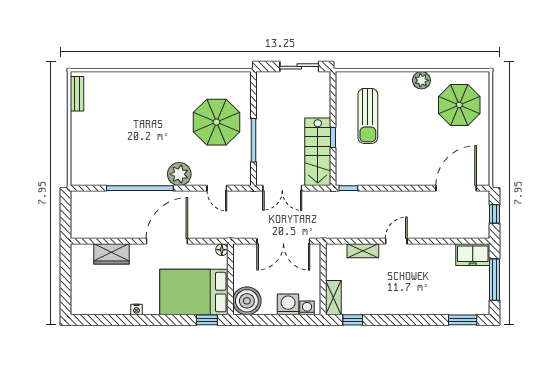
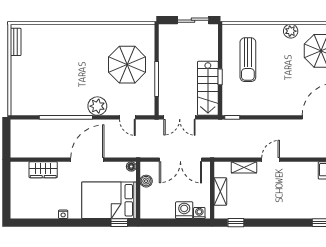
shelving: (333, 298) -> (220, 192), moved
boiler: (247, 301) -> (146, 181), moved, width x0.54, depth x0.54

